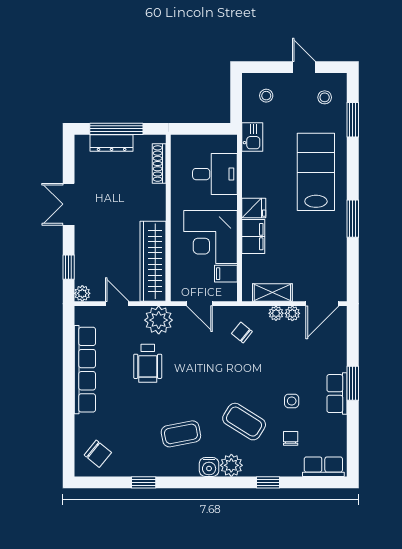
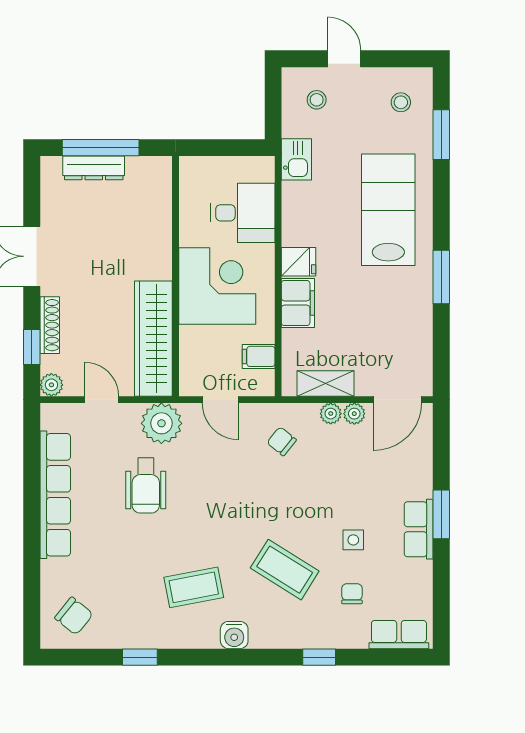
door: (304, 67) -> (344, 59), moved
shoe rack: (159, 164) -> (50, 325), moved, turned 180
corner desk: (211, 237) -> (217, 286), moved, turned 180
plant: (231, 465) -> (266, 633), removed

